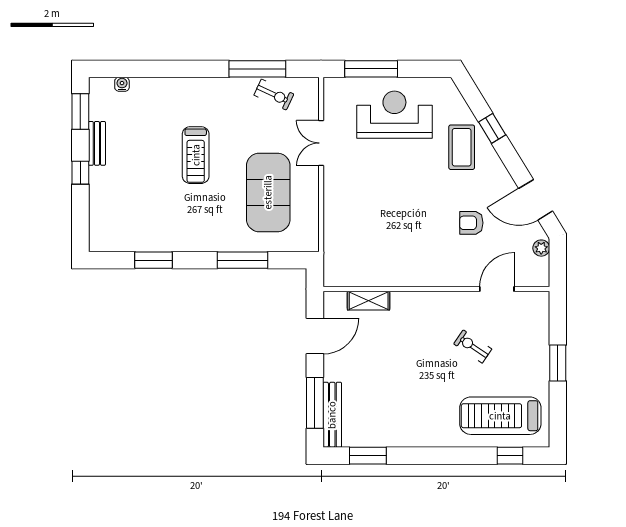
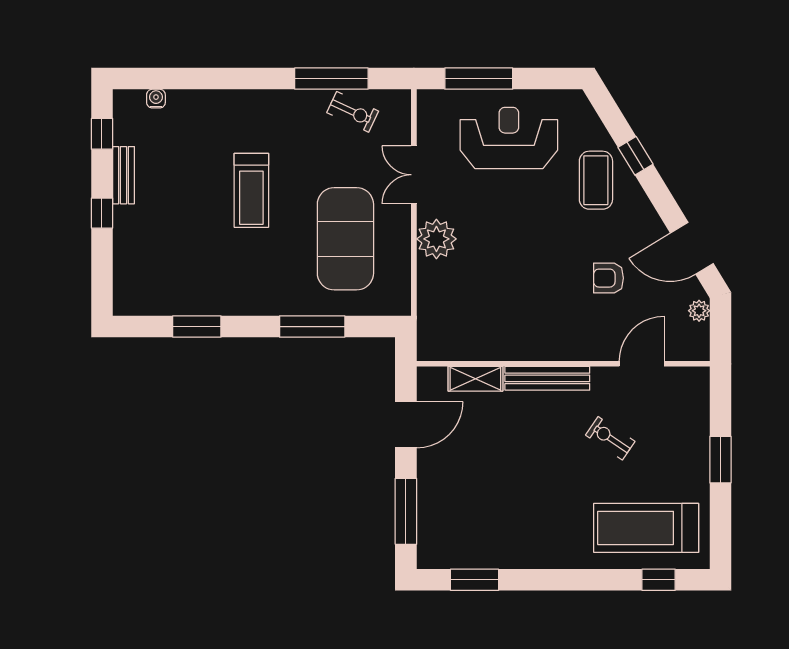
window: (80, 111) -> (102, 134), width x0.67
plant: (338, 193) -> (436, 239), added
bench: (332, 415) -> (547, 378), moved, turned 90

